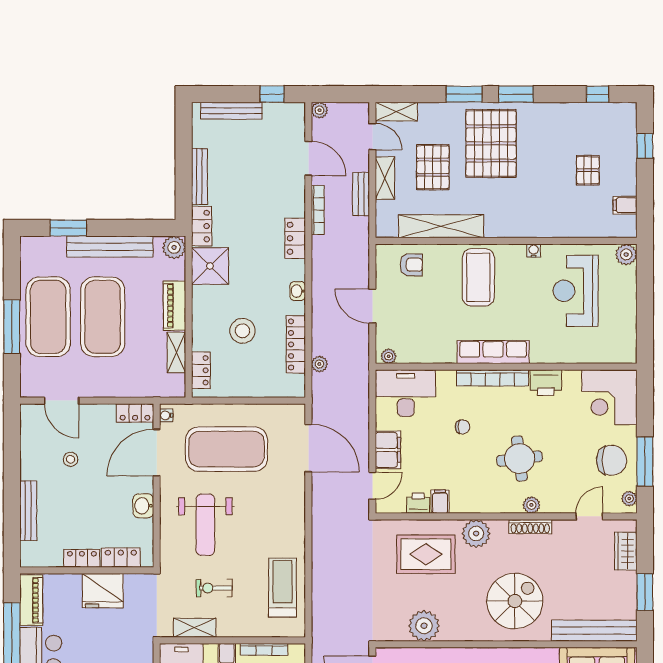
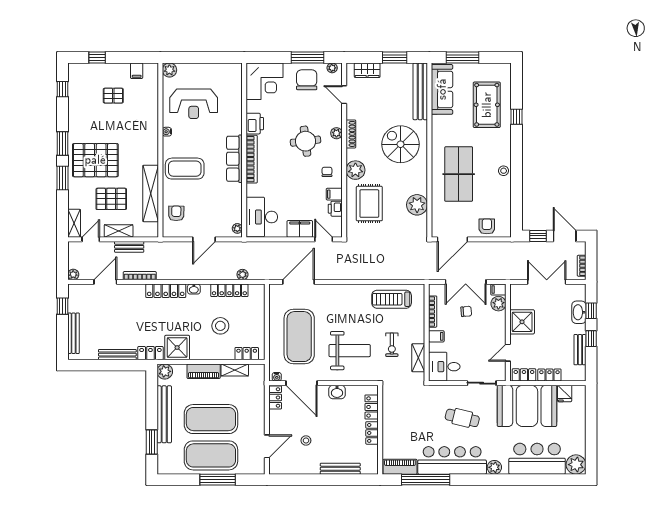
locker: (295, 238) -> (166, 291), width x1.53
chair: (463, 427) -> (327, 172), moved
fridge: (103, 591) -> (394, 419), removed

